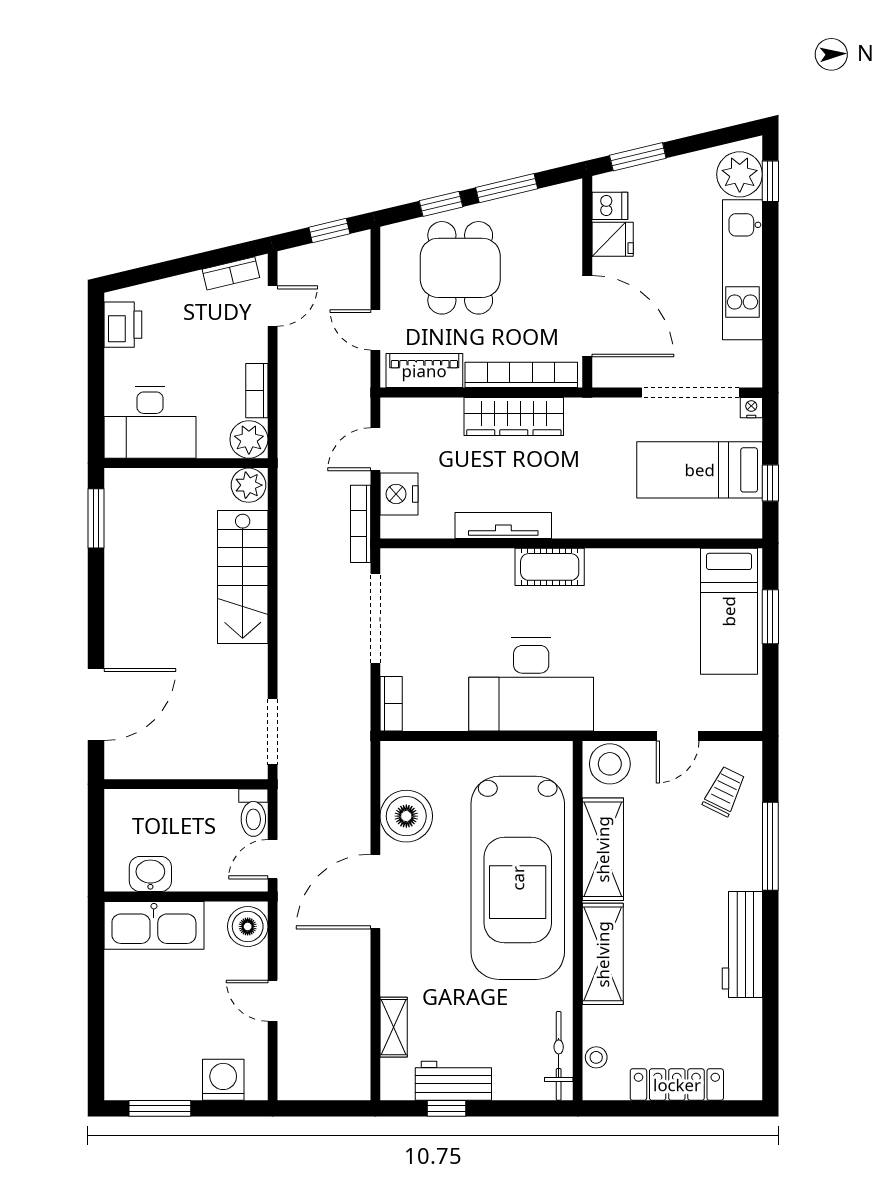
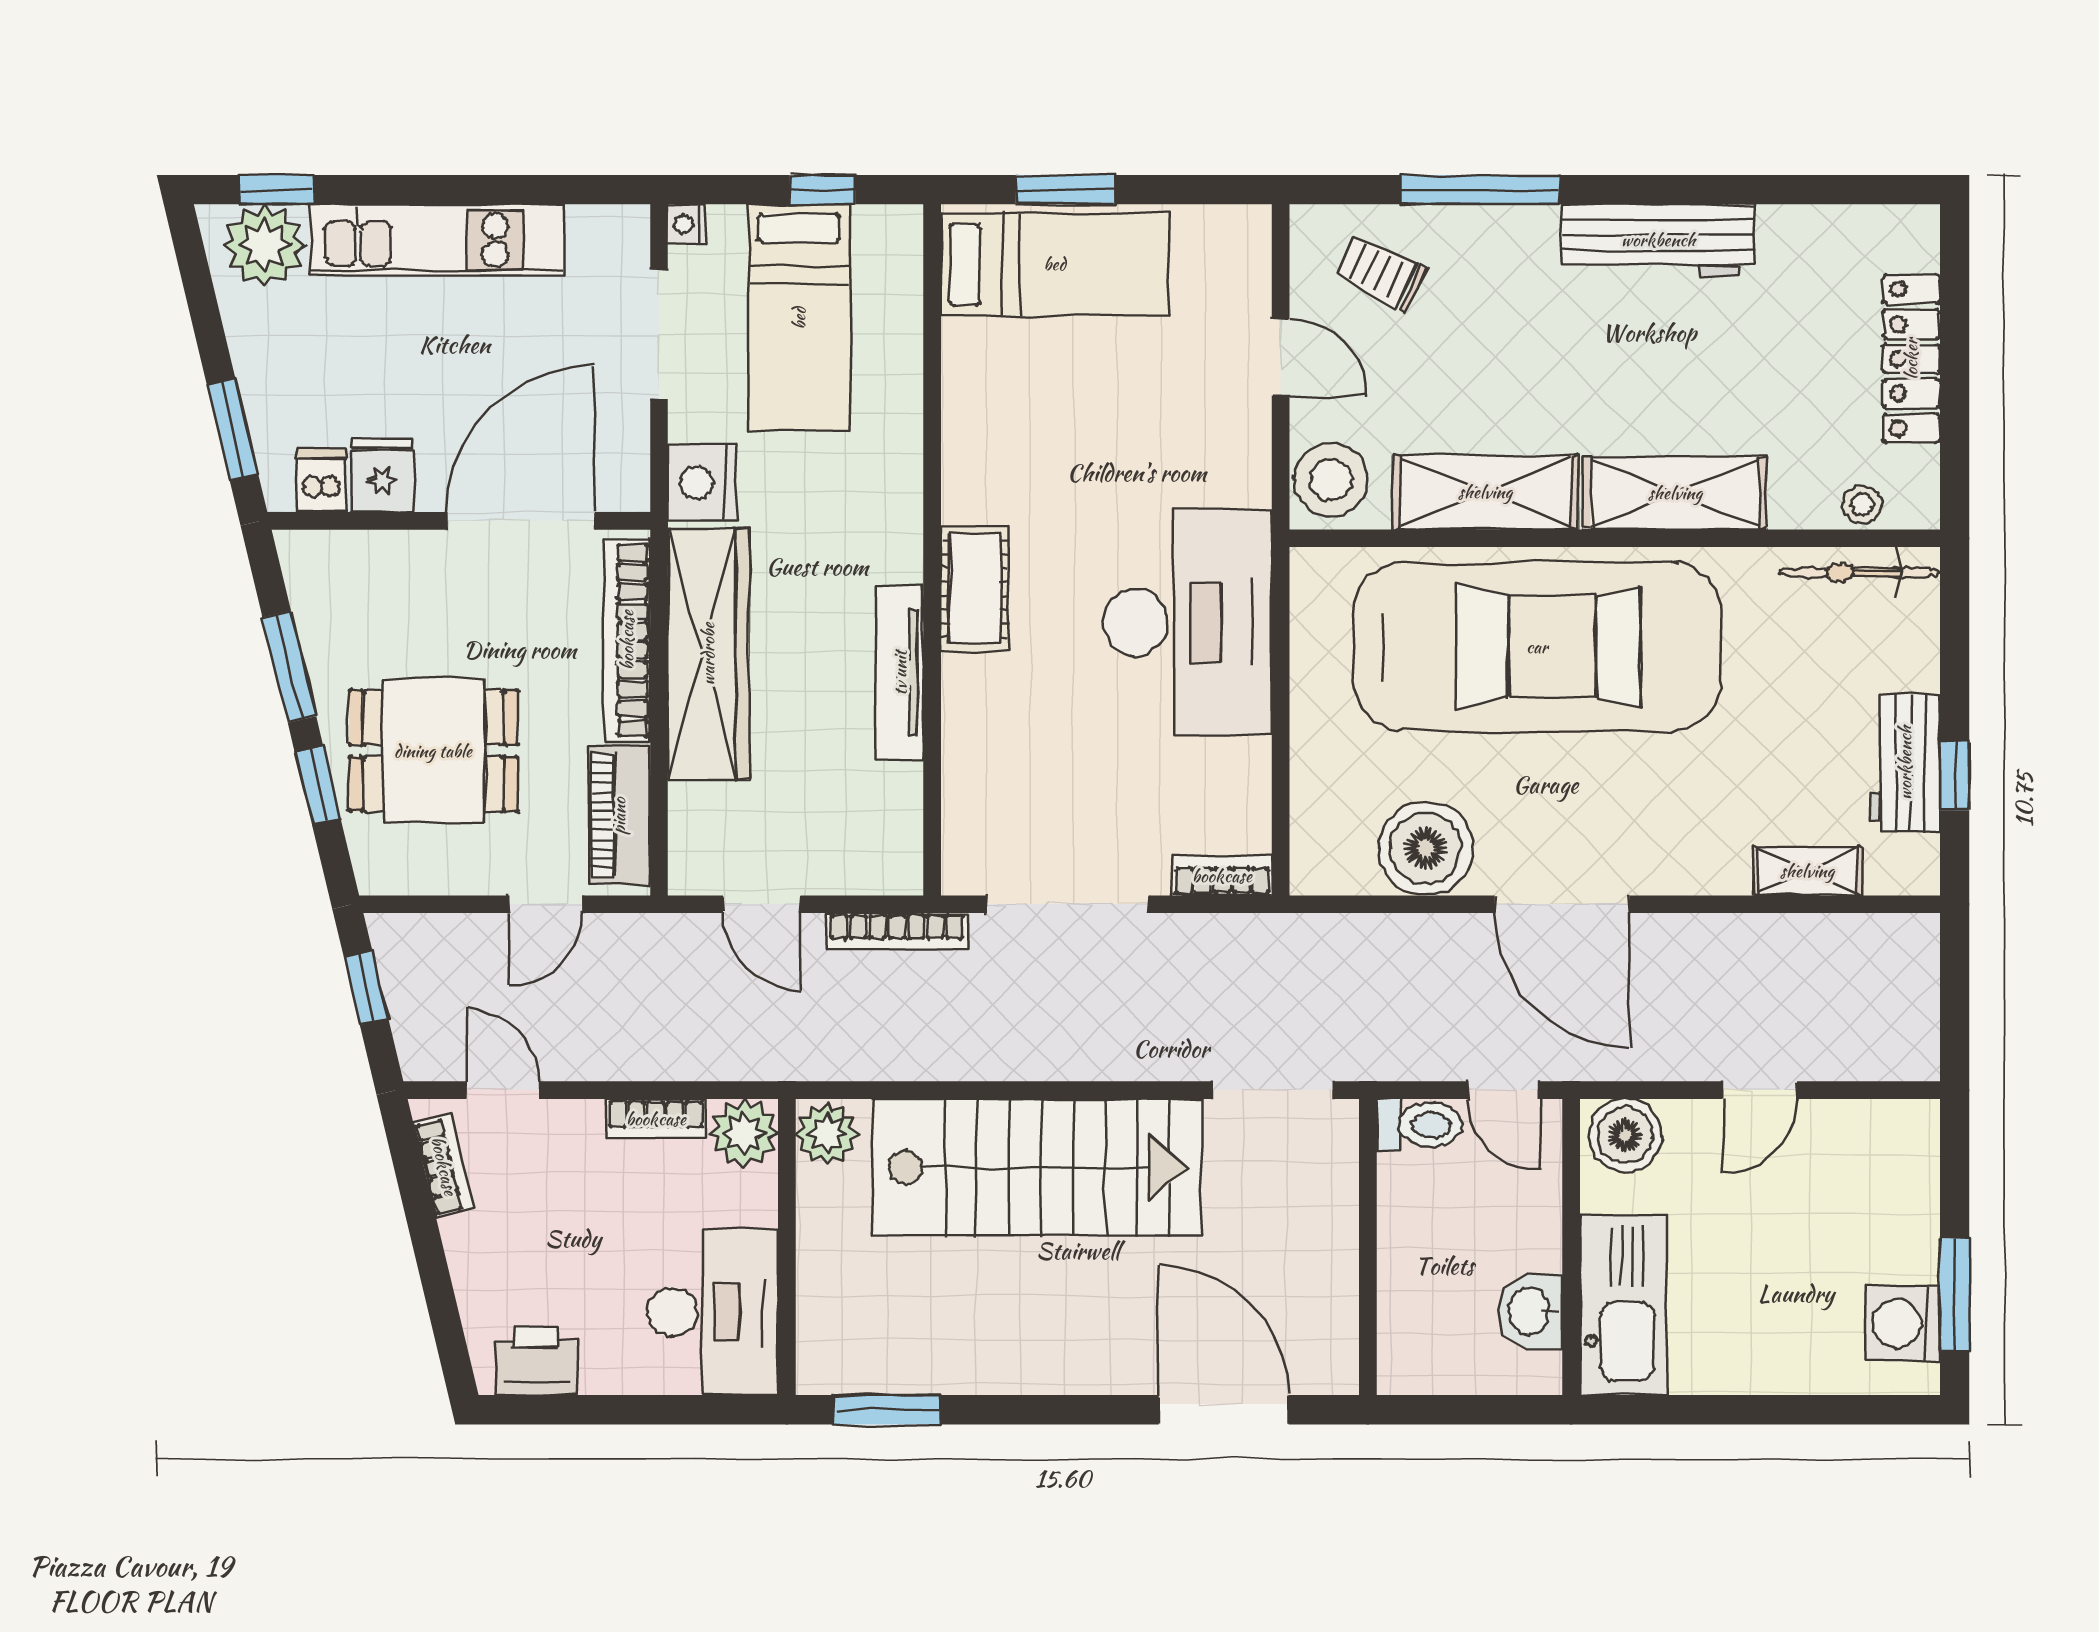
doorway: (690, 392) -> (659, 334), width x0.73
wardrobe: (514, 416) -> (708, 654), width x1.40, depth x1.17
nightstand: (399, 494) -> (702, 482), moved, turned 90
stairs: (243, 577) -> (1037, 1167), width x1.36, depth x1.51
washing machine: (223, 1080) -> (1903, 1324), moved

